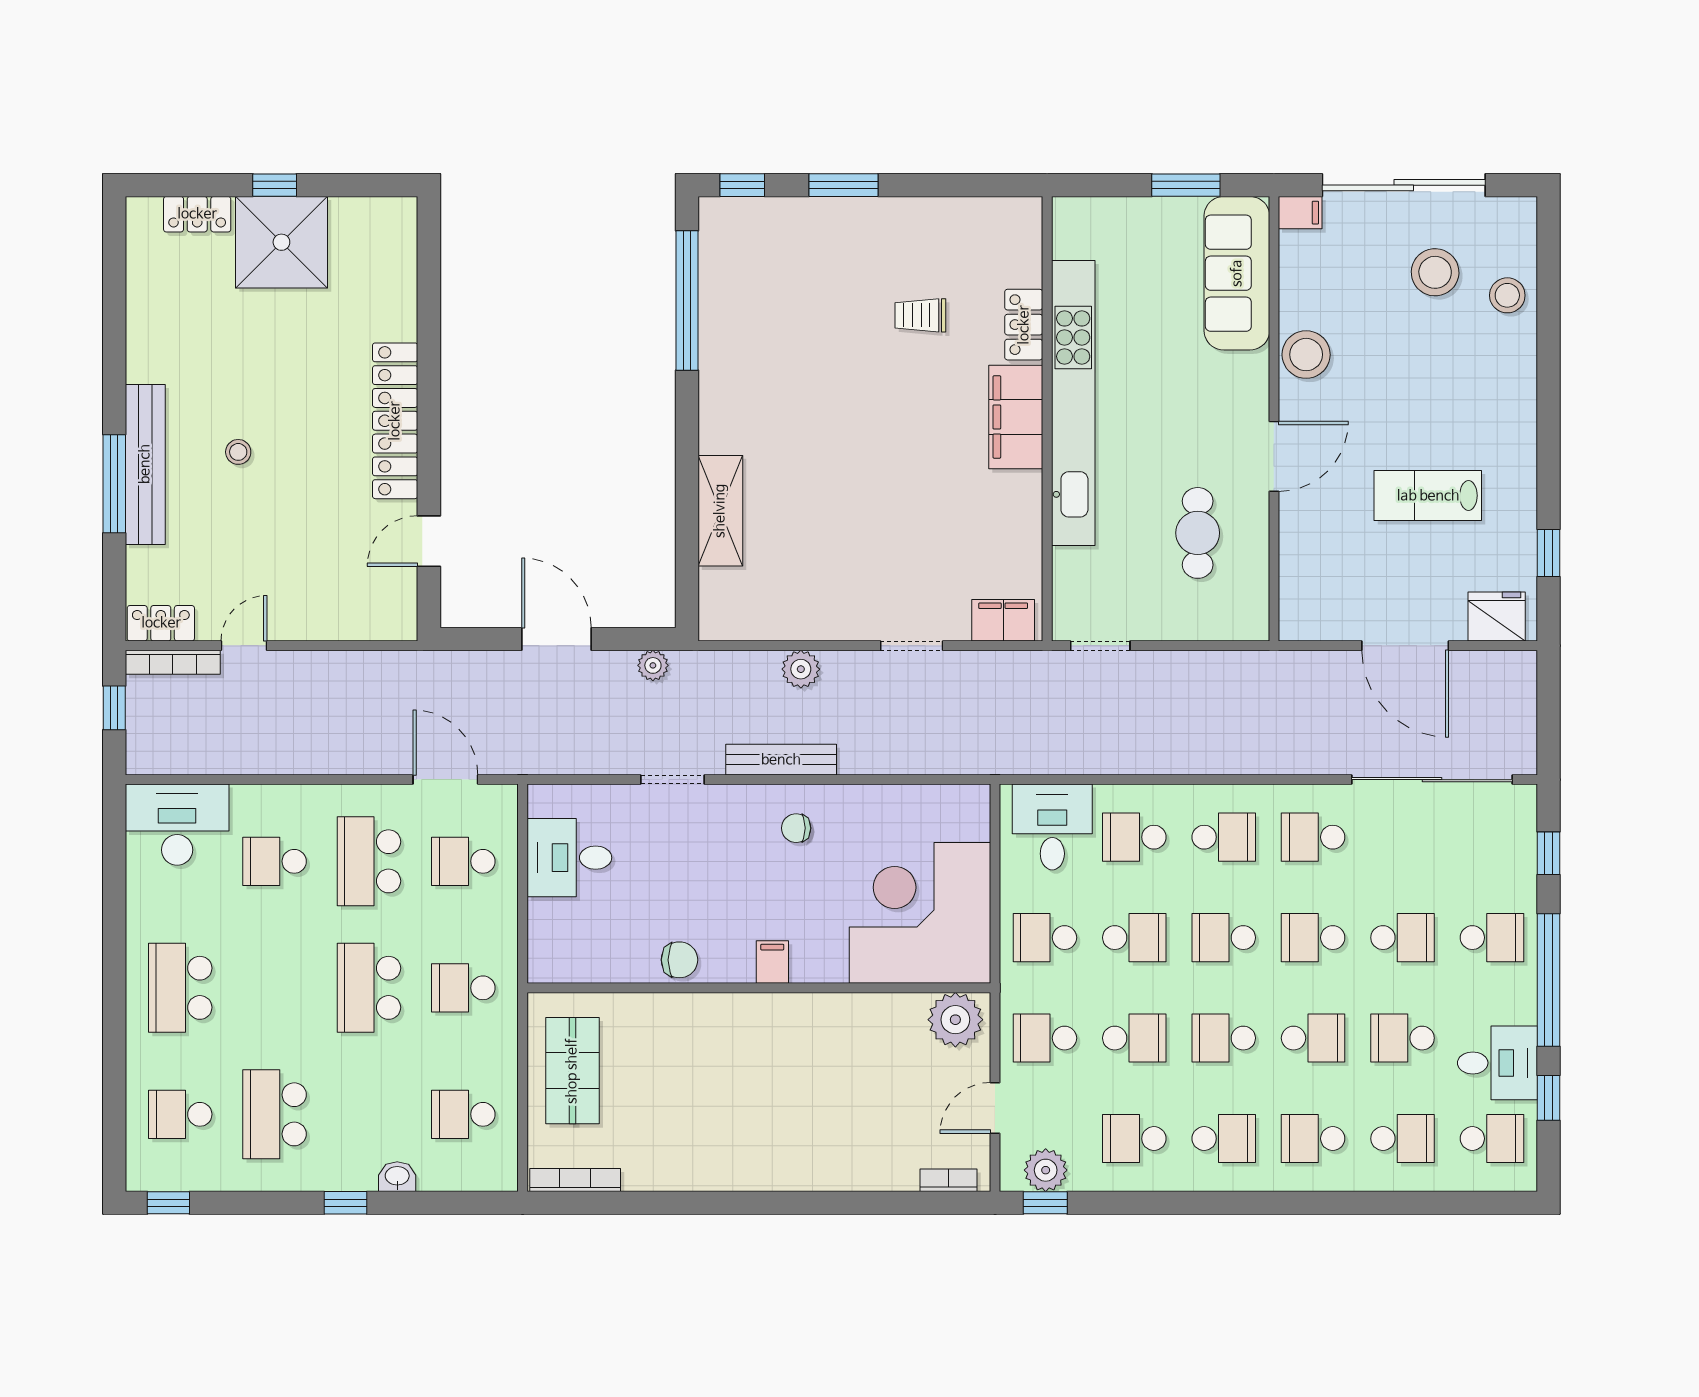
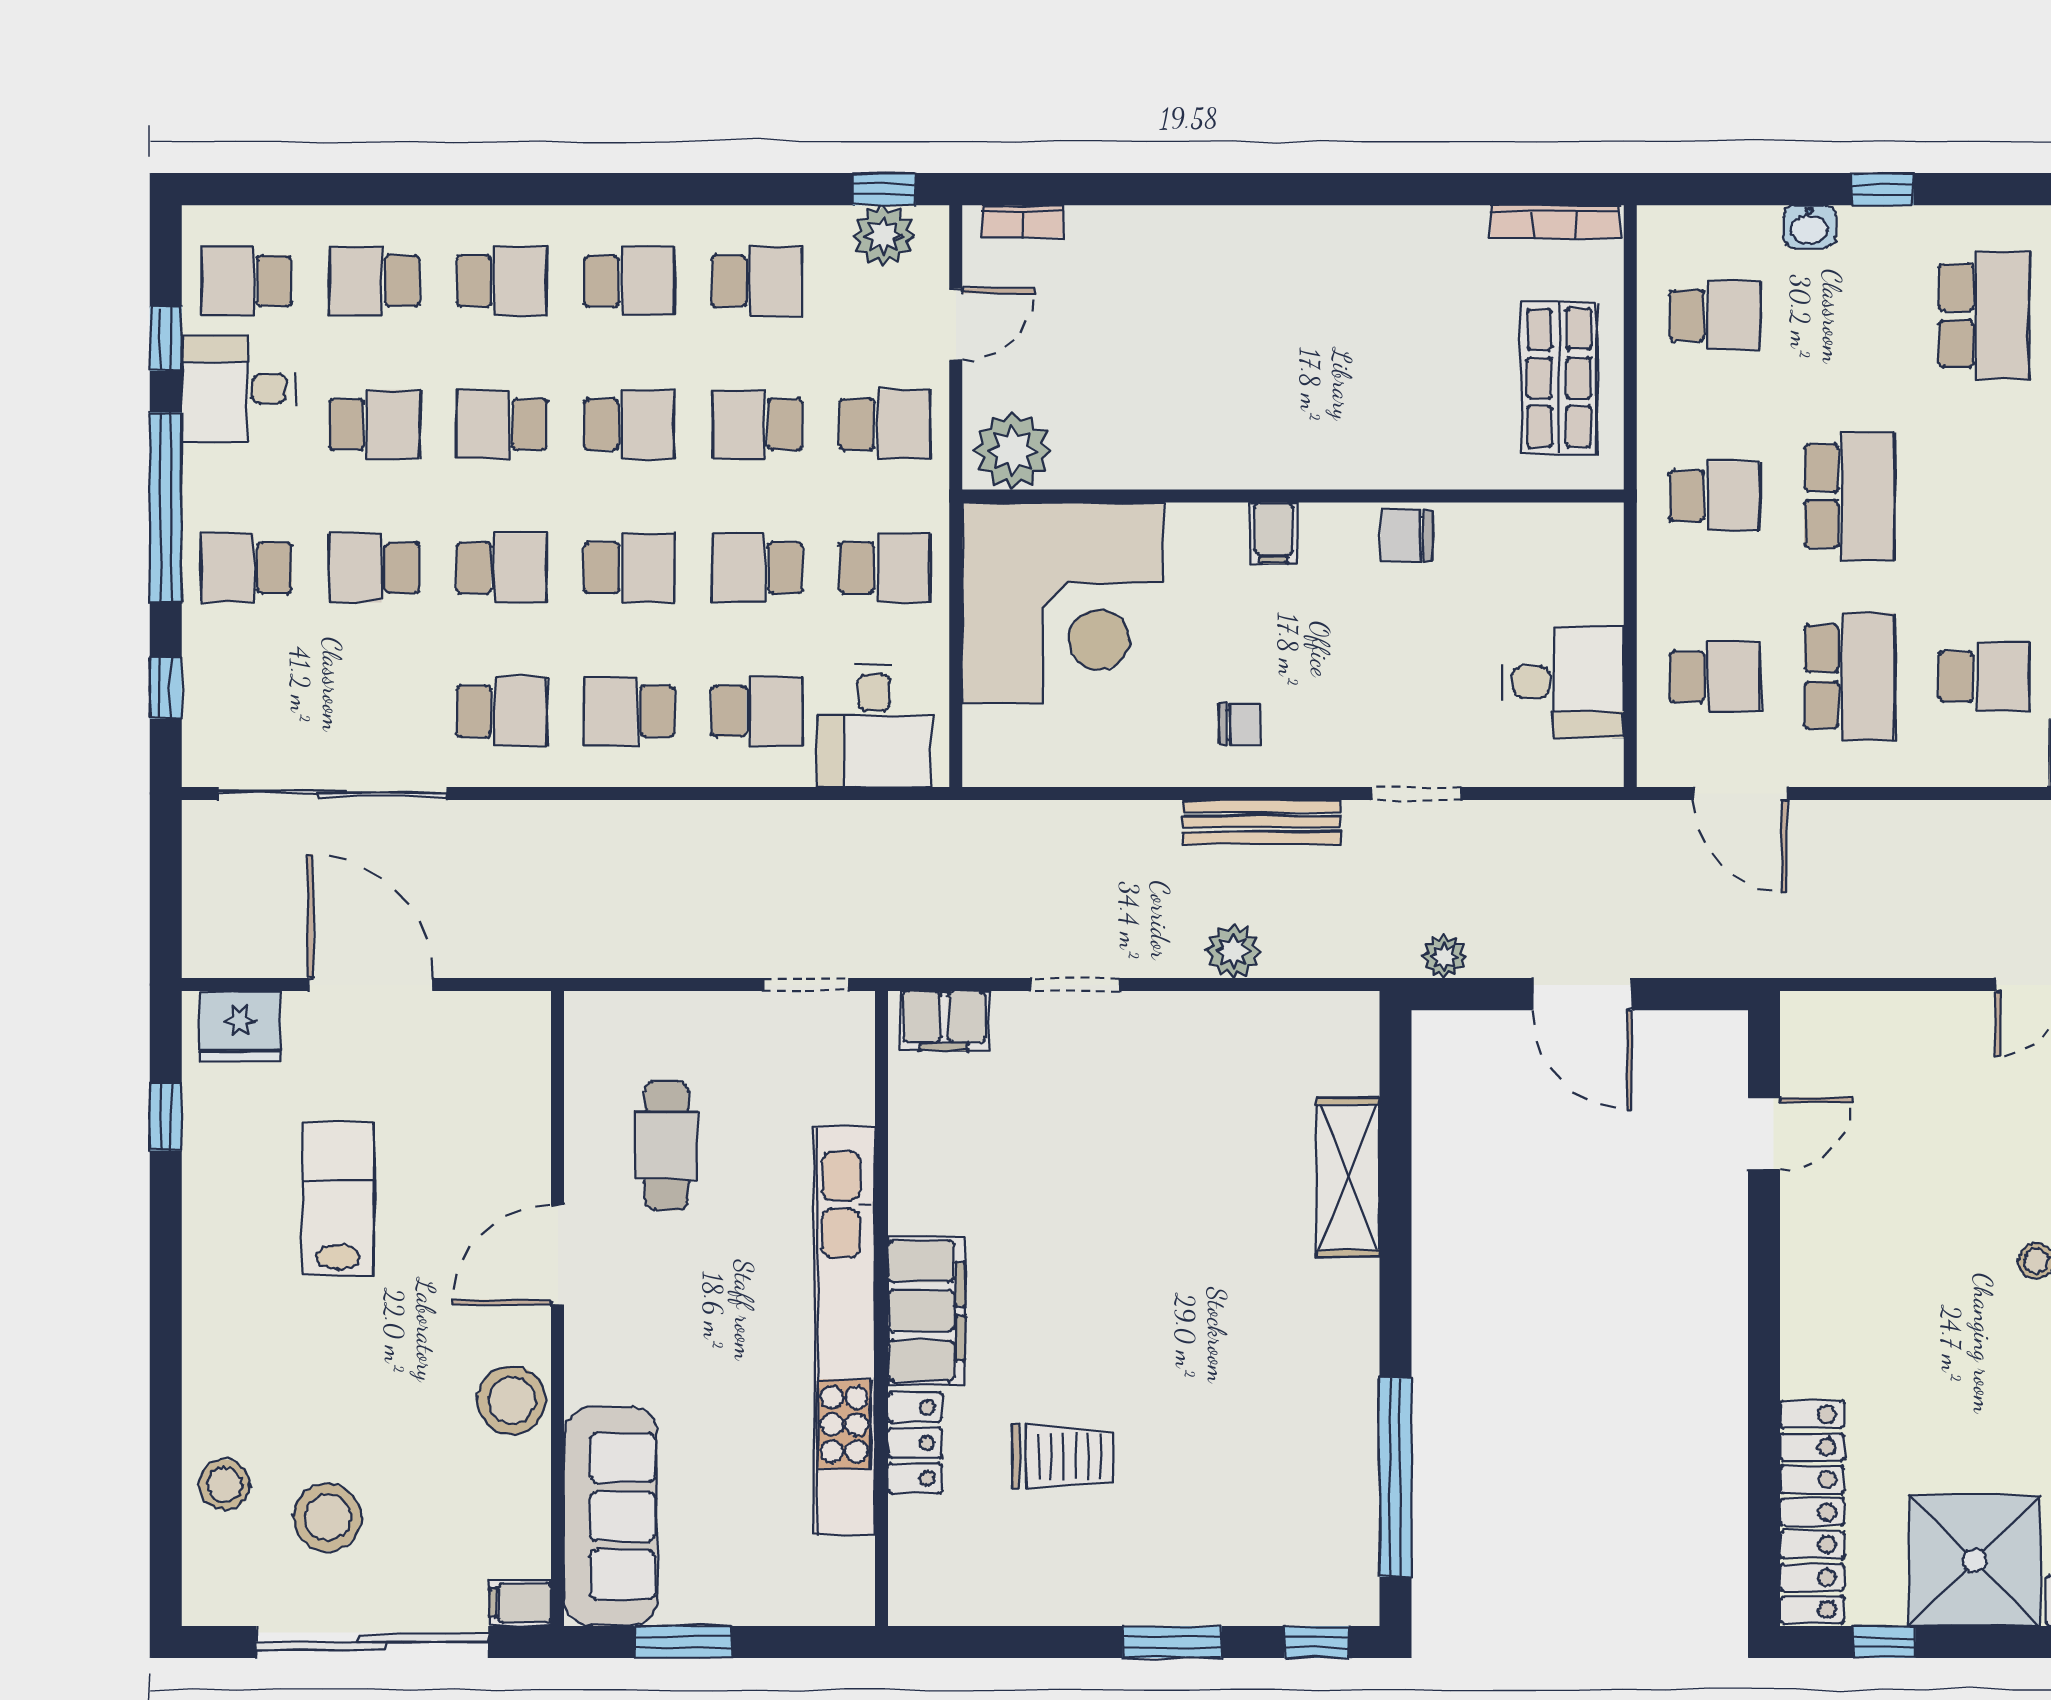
window: (275, 185) -> (1884, 1642), moved
trolley: (920, 315) -> (1062, 1456), width x1.36, depth x1.39
locker: (395, 421) -> (1812, 1512), moved
lab bench: (1428, 496) -> (338, 1199), turned -90
school desk: (1224, 1139) -> (629, 281), turned 180

